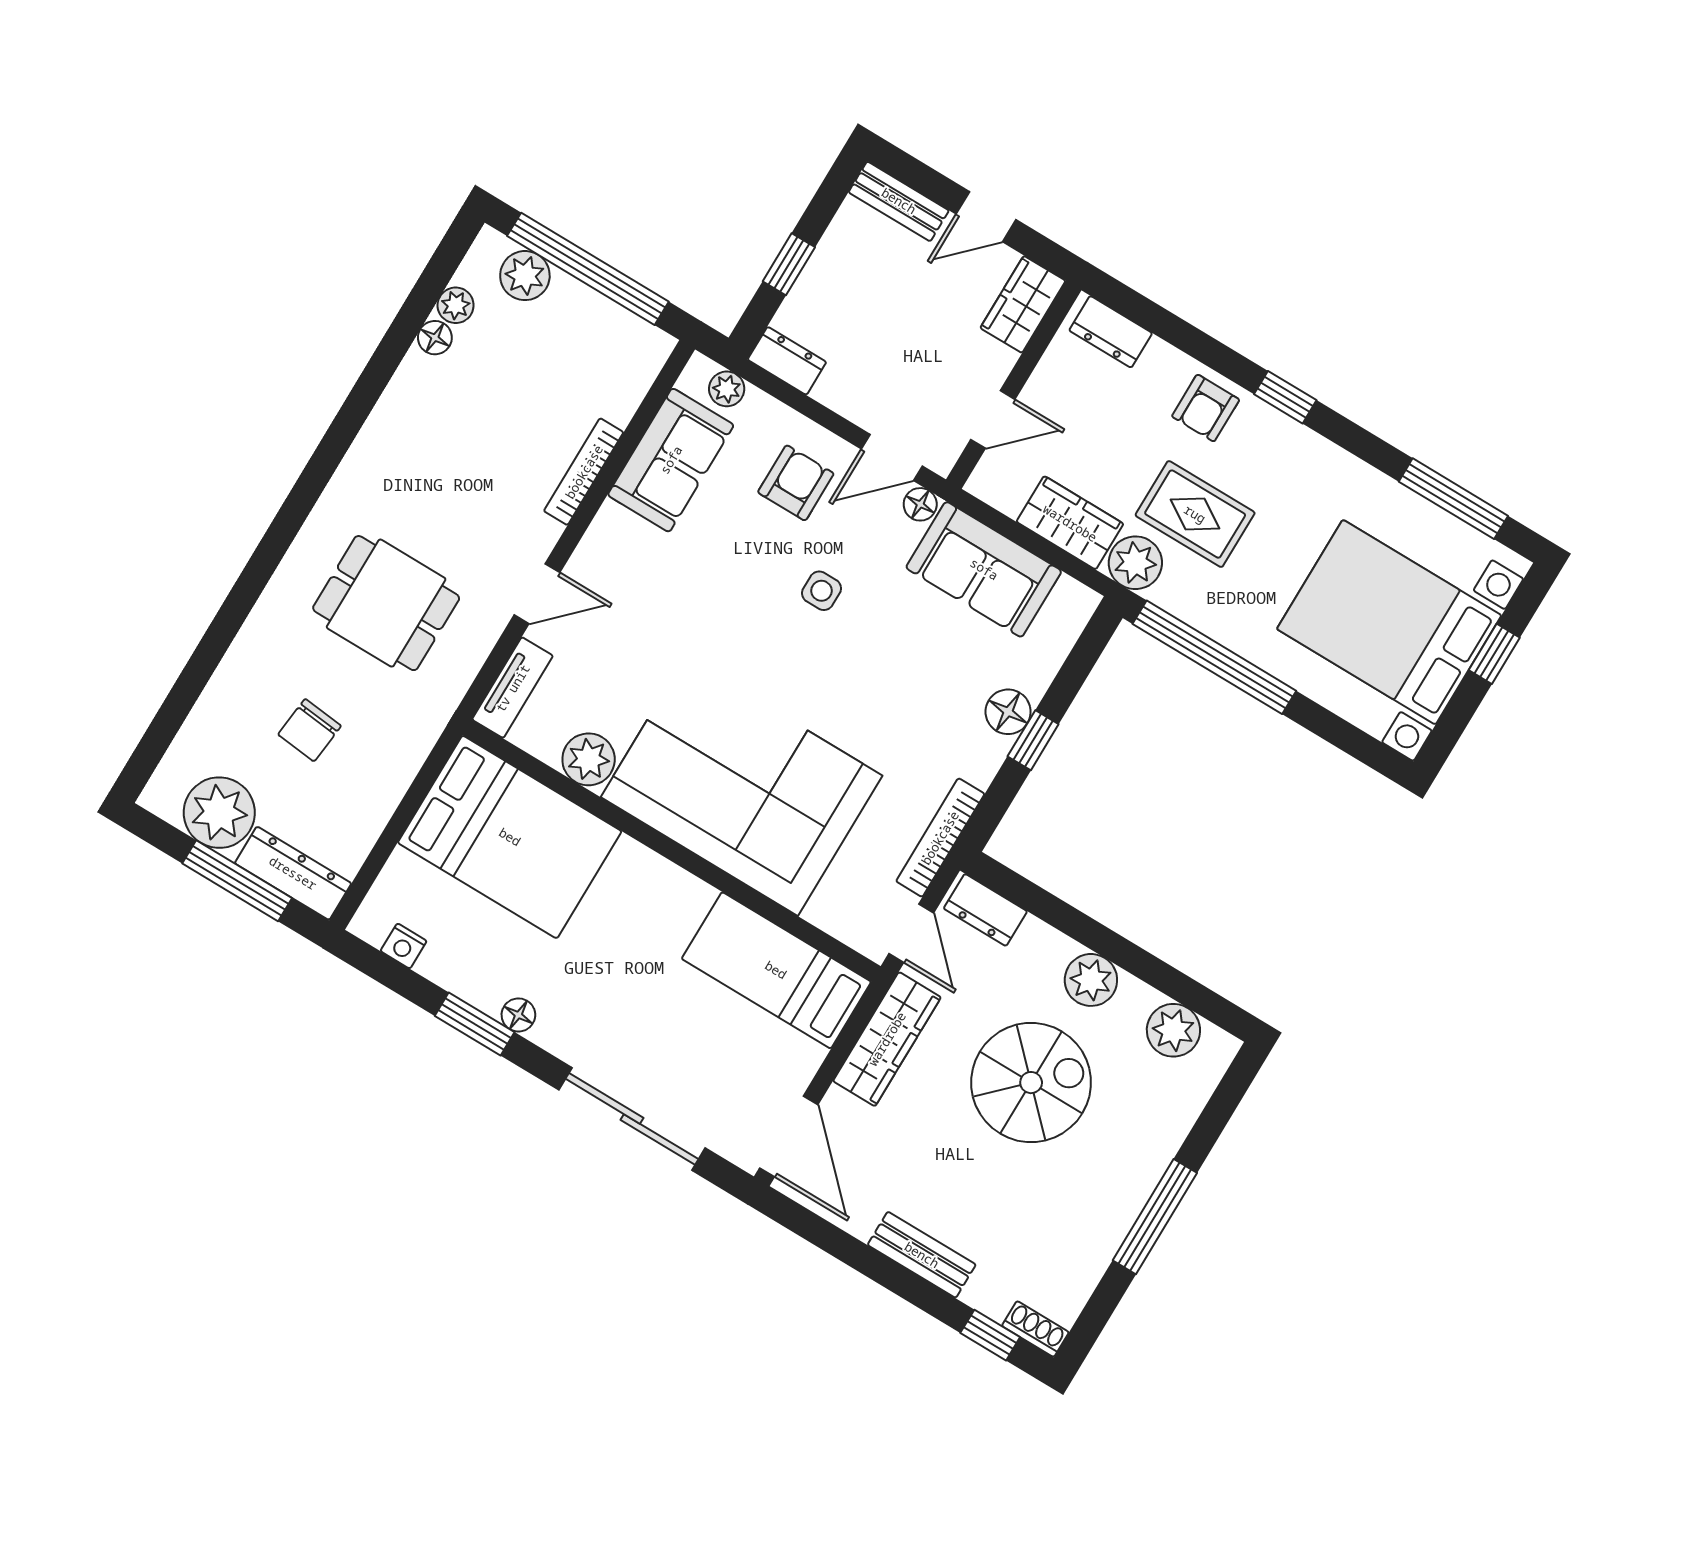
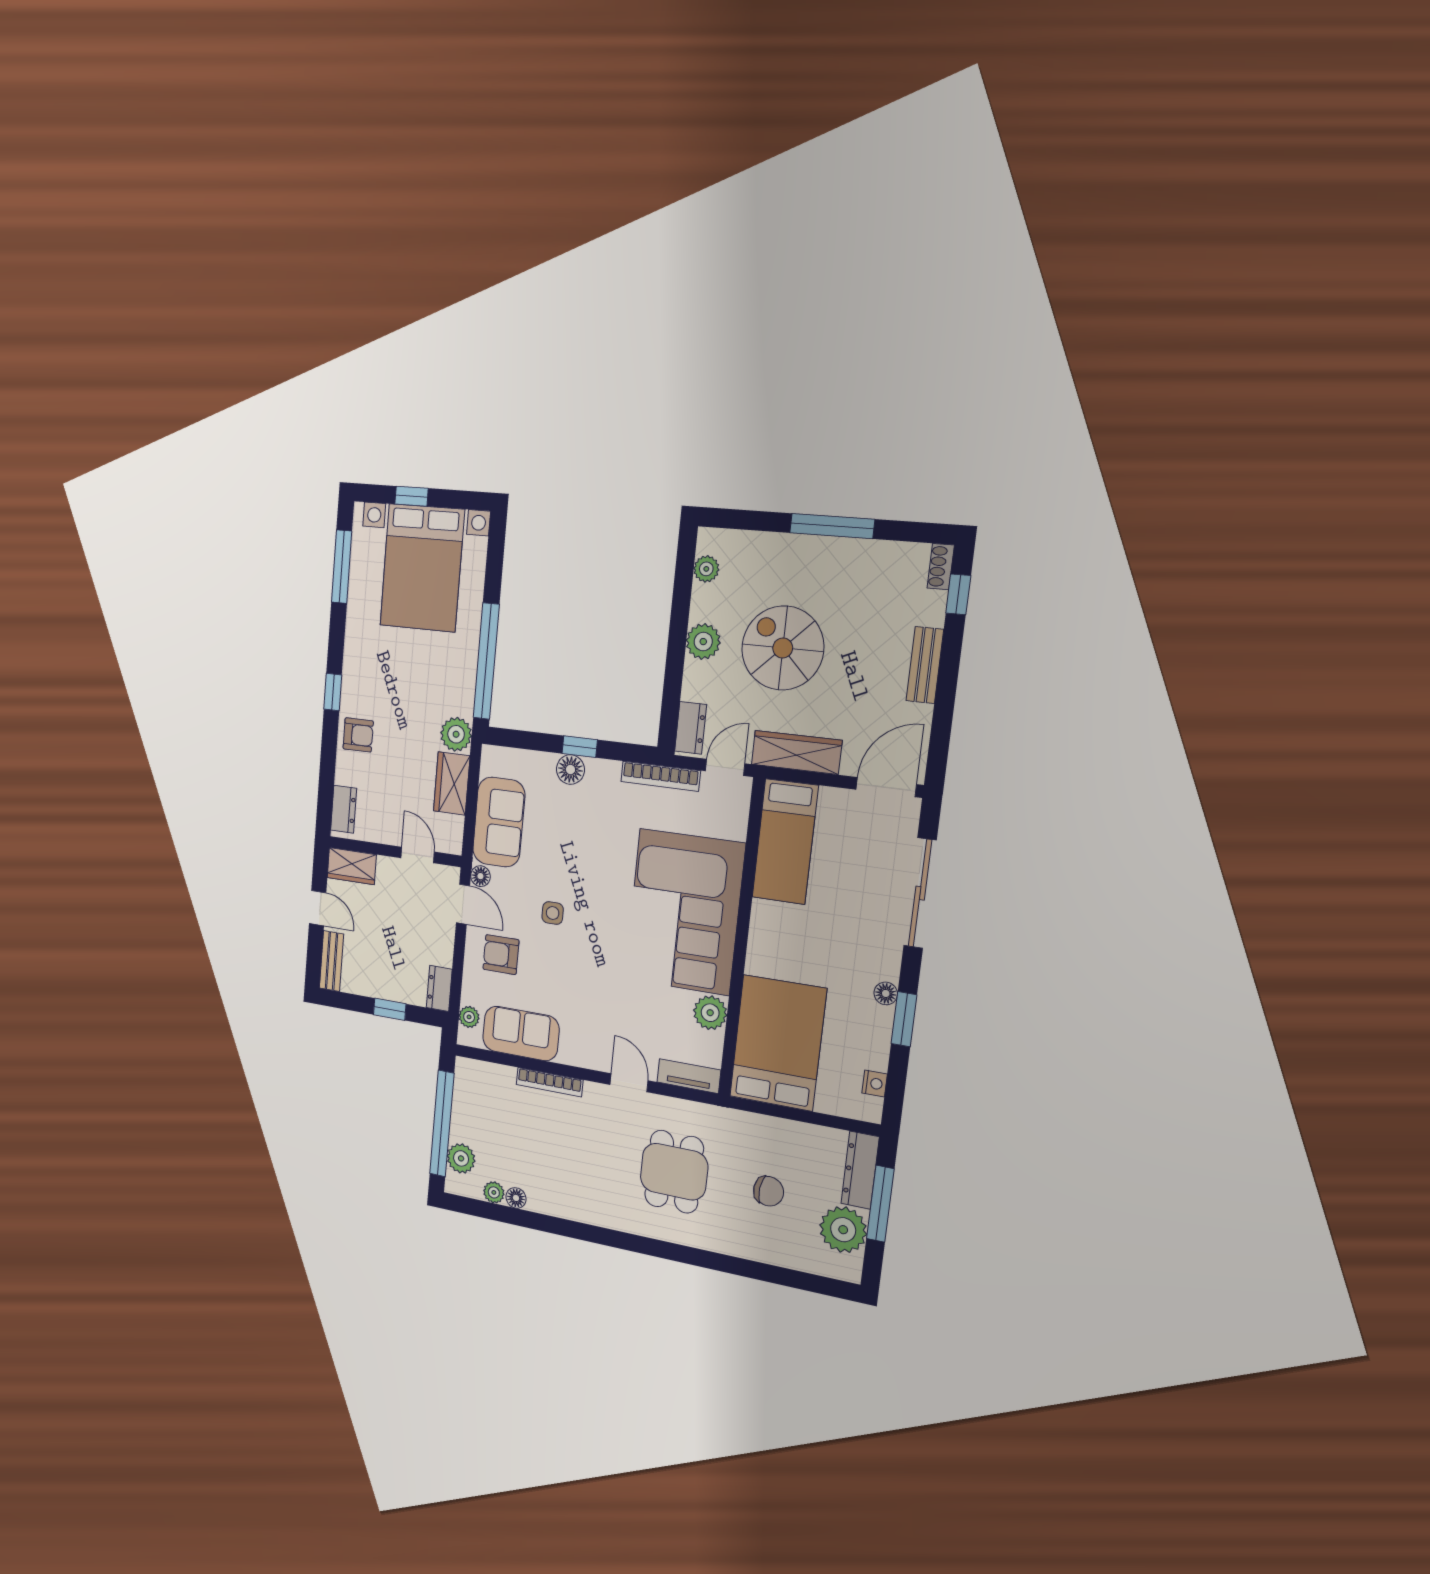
rug: (1195, 514) -> (415, 712), removed
plant: (1173, 1030) -> (706, 569), width x0.73, depth x0.73

